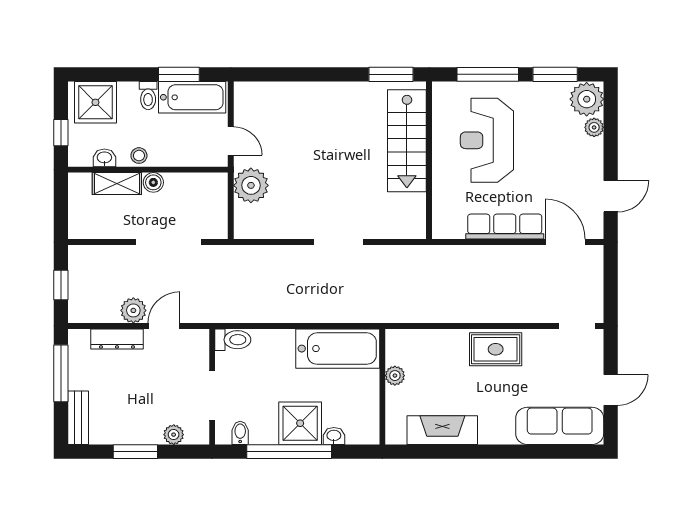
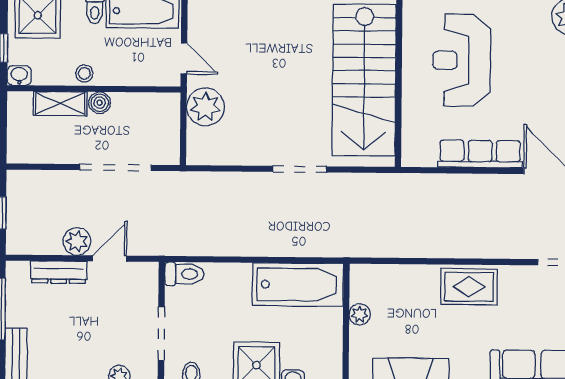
stairs: (407, 141) -> (364, 80), width x1.36, depth x1.51
washbasin: (104, 158) -> (19, 75), moved

